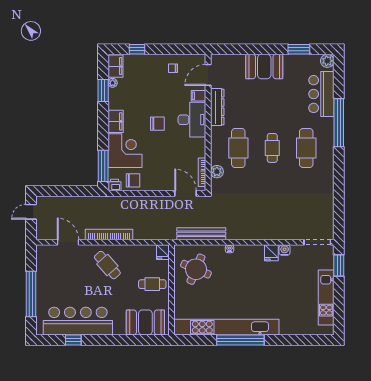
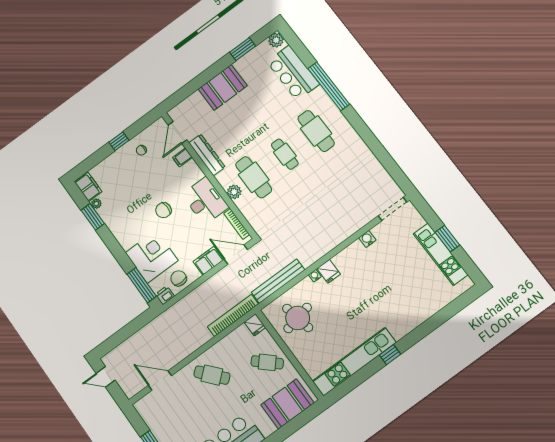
window: (137, 49) -> (119, 141), moved
desk: (192, 120) -> (205, 201), moved
filing cabinet: (116, 121) -> (208, 261), moved, turned -90
chair: (157, 124) -> (163, 210), turned 180
plant: (217, 172) -> (234, 192), moved
chair: (133, 180) -> (179, 278), turned -90
door: (31, 212) -> (106, 377), hinge flipped
bookcase: (109, 234) -> (233, 315), moved
fridge: (271, 253) -> (329, 271), moved
window: (339, 266) -> (447, 239), moved
round table: (196, 269) -> (298, 318), turned -35
cafe table: (152, 284) -> (267, 362), turned 42
kitchen unit: (226, 327) -> (354, 362), width x0.73
window: (240, 340) -> (390, 355), width x0.32

